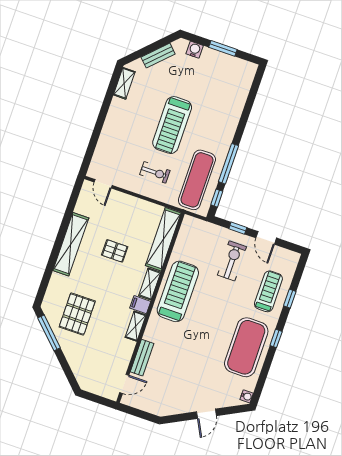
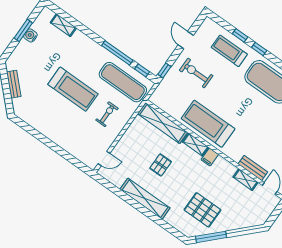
water cooler: (195, 50) -> (30, 35), moved
shelving: (124, 83) -> (63, 25), moved
window: (238, 228) -> (164, 70), moved
door: (266, 238) -> (186, 40), swing flipped
shelving: (136, 326) -> (246, 180), moved
window: (276, 338) -> (259, 49), moved

